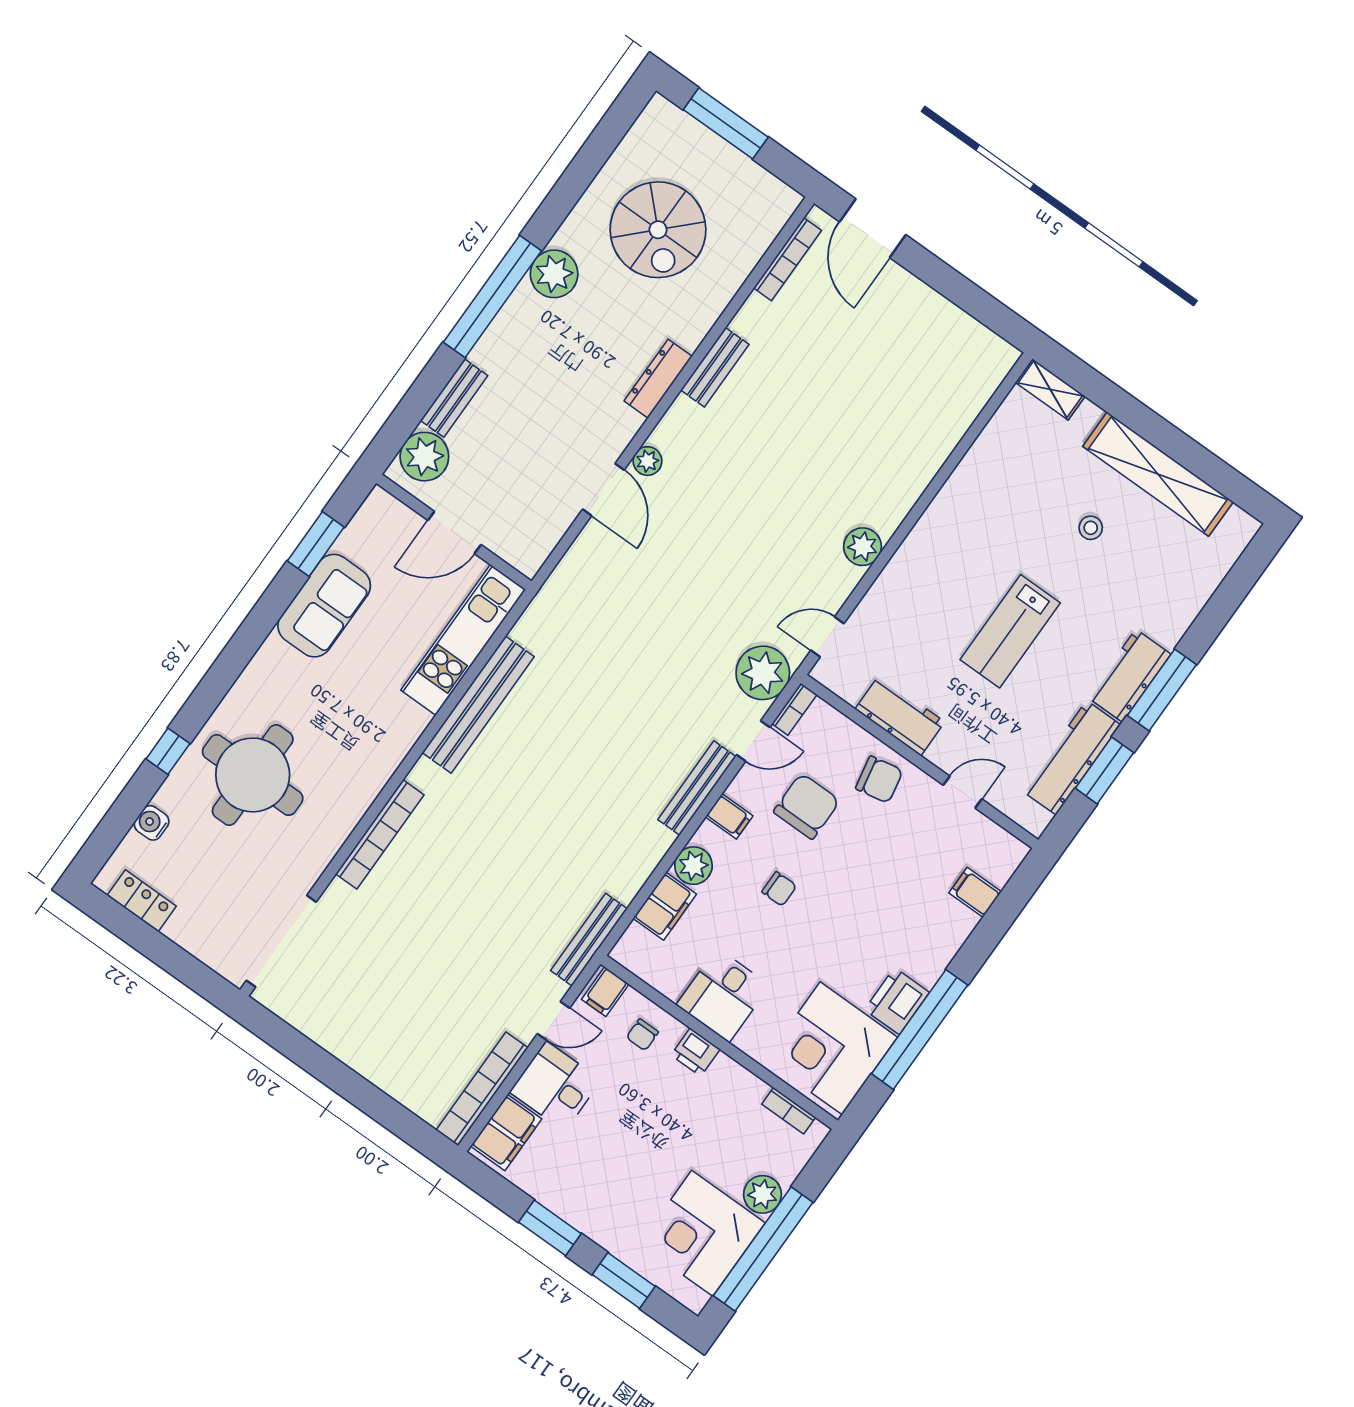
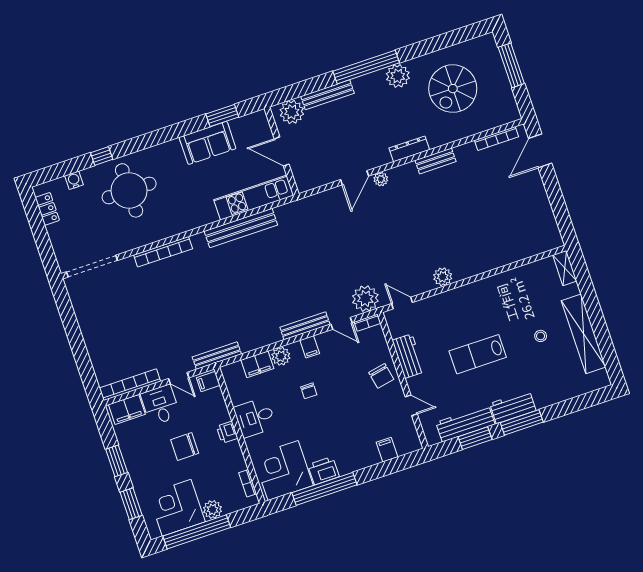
bench: (454, 398) -> (328, 95), width x1.36
chair: (807, 806) -> (344, 365), removed
chair: (642, 1035) -> (185, 446), moved, width x1.87, depth x1.87

